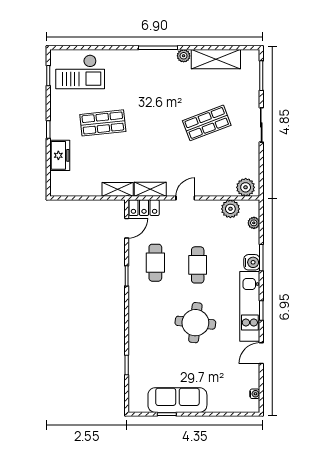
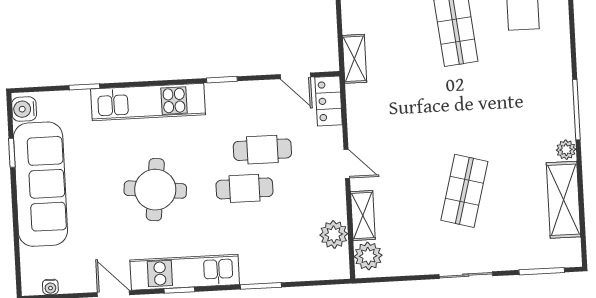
shop shelf: (207, 123) -> (464, 191), turned 36
shelving: (150, 189) -> (363, 216), moved
plant: (254, 223) -> (314, 272), removed
water cooler: (252, 262) -> (24, 109), moved, turned 90
cafe table: (155, 263) -> (262, 150), moved
kitchen unit: (138, 324) -> (148, 102), added
sofa: (177, 400) -> (40, 184), width x1.36, depth x1.27

